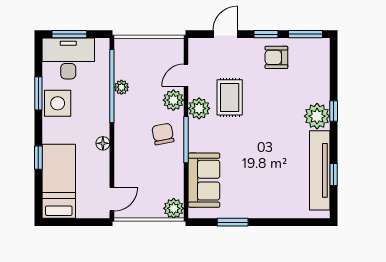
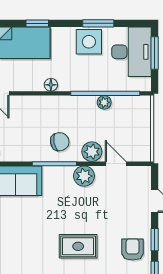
rug: (230, 97) -> (78, 246), moved

